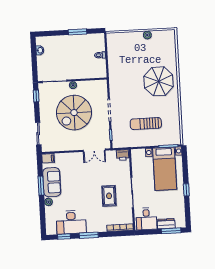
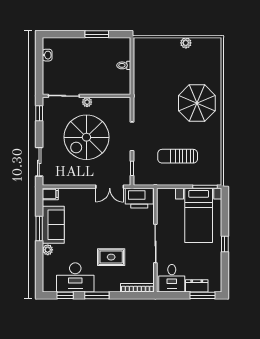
printer: (123, 155) -> (139, 198), width x1.87, depth x1.48
rug: (109, 196) -> (111, 257), moved, turned 90

